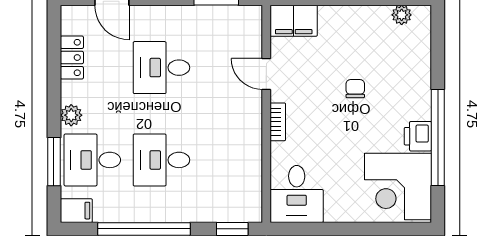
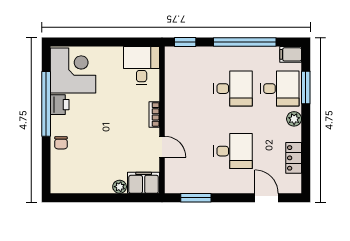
plant: (402, 15) -> (120, 187), moved
chair: (355, 89) -> (61, 143), moved

